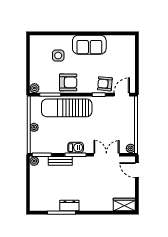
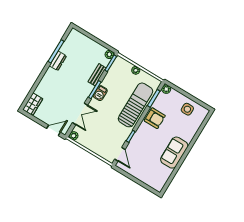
side table: (58, 56) -> (187, 109), moved
armchair: (68, 82) -> (155, 118), turned -90
armchair: (105, 84) -> (136, 146), removed

